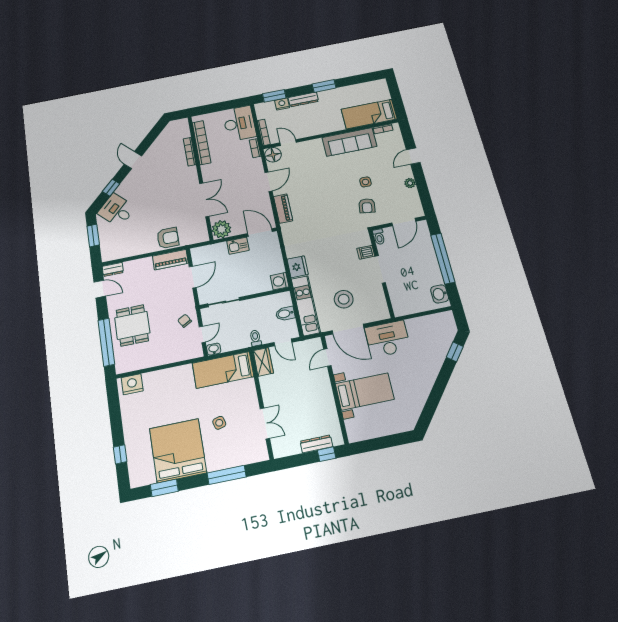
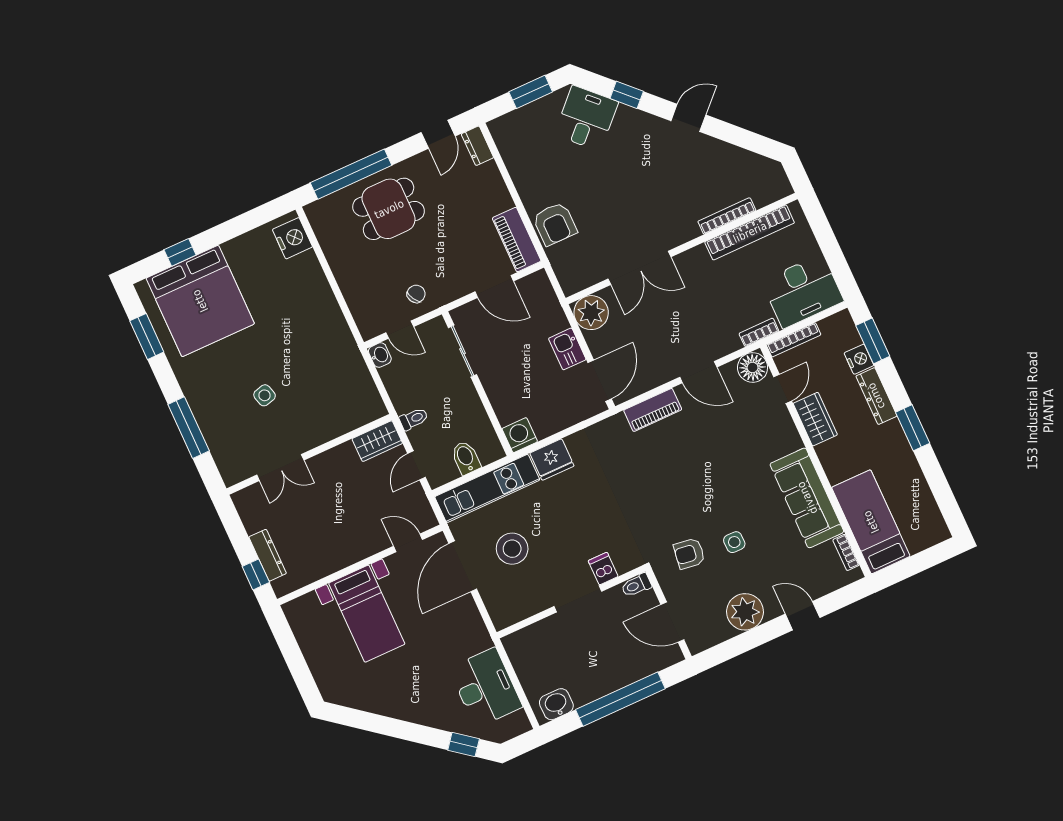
wardrobe: (308, 130) -> (815, 419), added
plant: (410, 183) -> (745, 612), width x1.88, depth x1.88
desk: (388, 339) -> (486, 688), moved
bed: (223, 370) -> (349, 379), removed
bed: (178, 451) -> (200, 301), moved, turned 90

